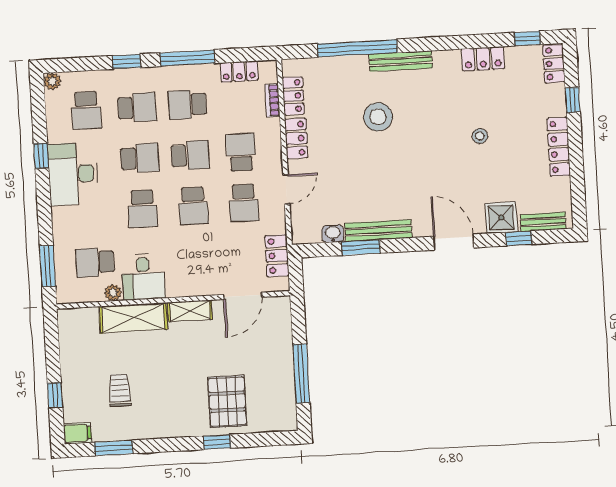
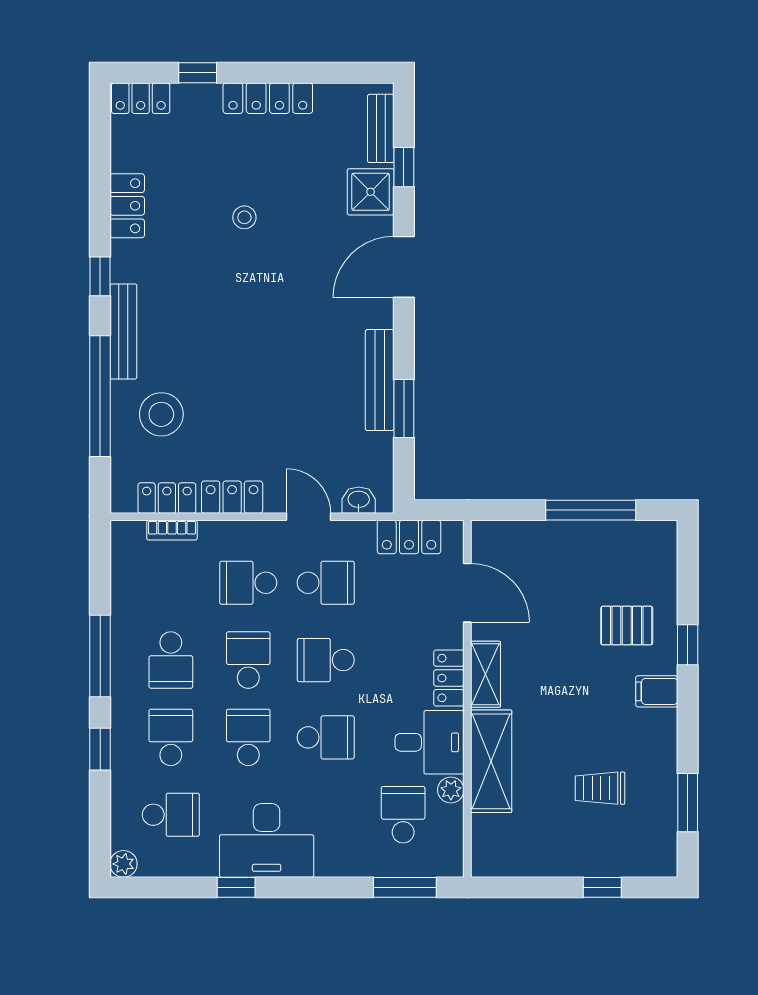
window: (527, 38) -> (100, 276), moved
locker: (239, 72) -> (449, 678), moved, turned 180
stool: (378, 117) -> (161, 414), moved
school desk: (193, 206) -> (326, 660), turned 180
washbasin: (333, 234) -> (359, 500), moved, turned 90
school desk: (95, 262) -> (403, 815), turned 180
pallet: (227, 401) -> (627, 626), width x0.67, depth x0.71
filing cabinet: (77, 433) -> (657, 691), moved, turned -90

